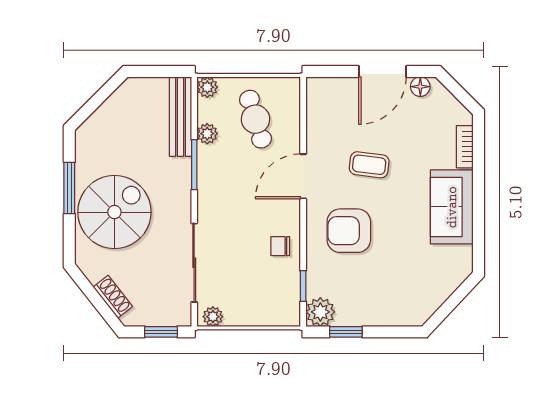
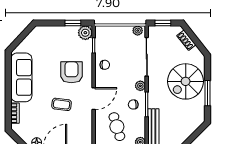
plant: (207, 134) -> (140, 86), moved
chair: (222, 165) -> (133, 104), added
sofa: (452, 207) -> (21, 77), width x1.36
armchair: (349, 231) -> (71, 72), turned -90

